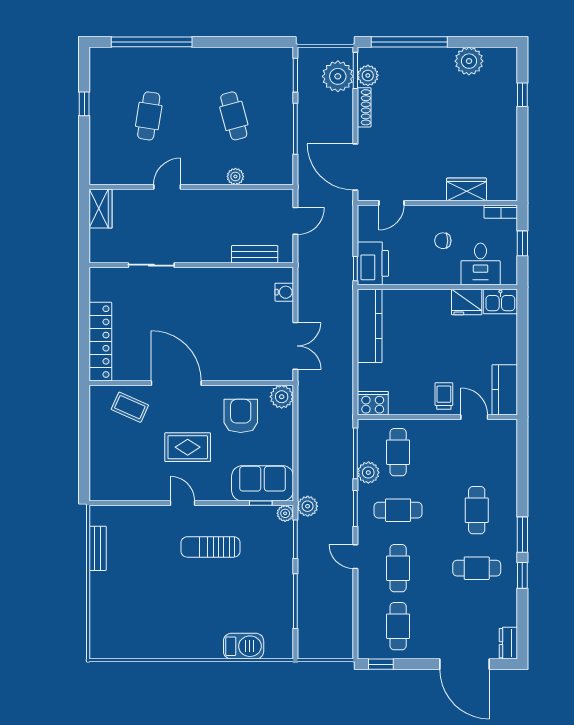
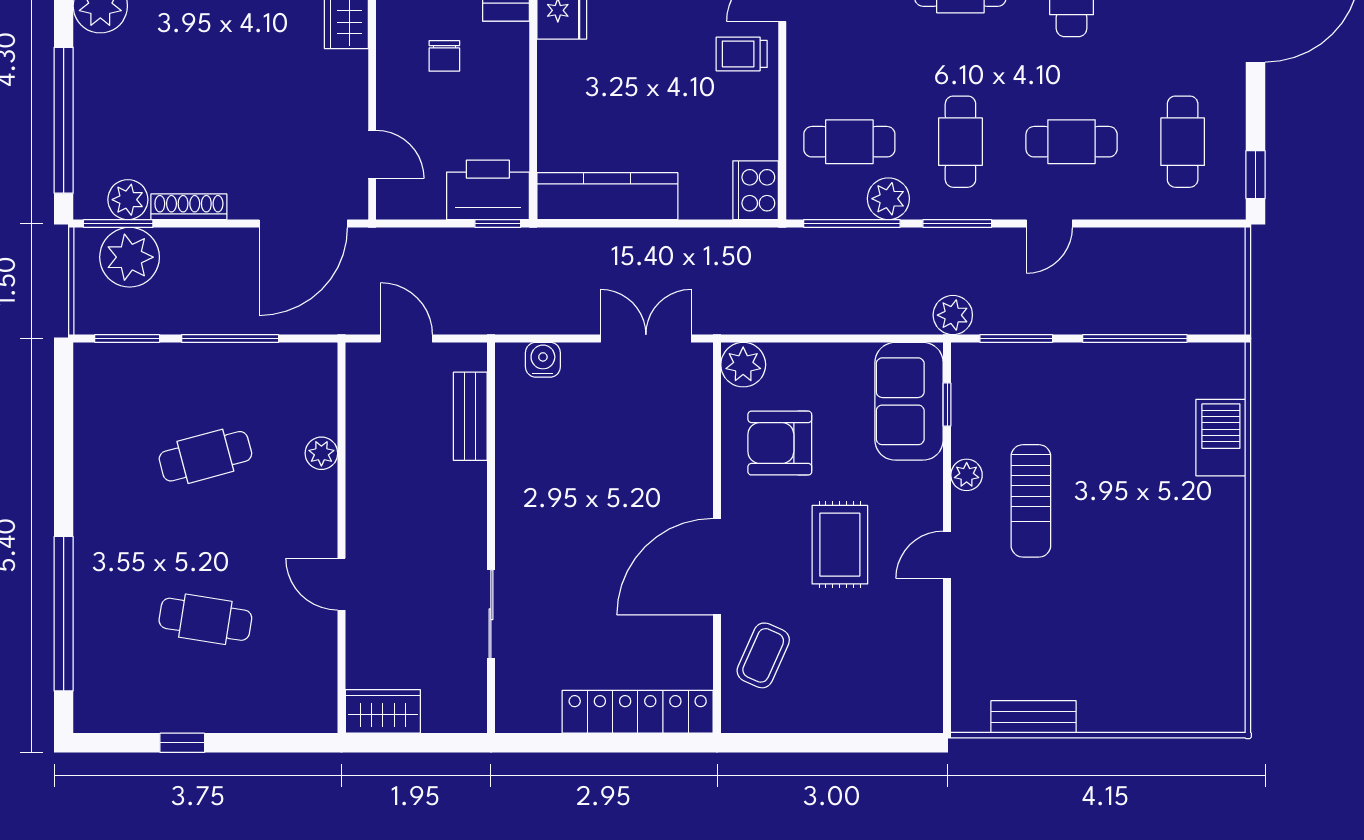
plant: (285, 513) -> (967, 475), moved
cafe table: (398, 626) -> (1183, 142), turned 90

